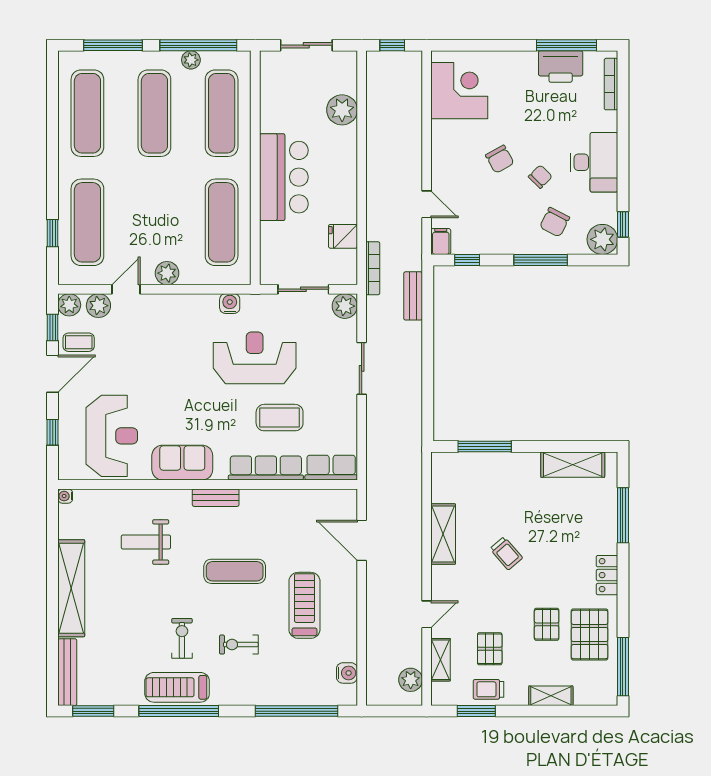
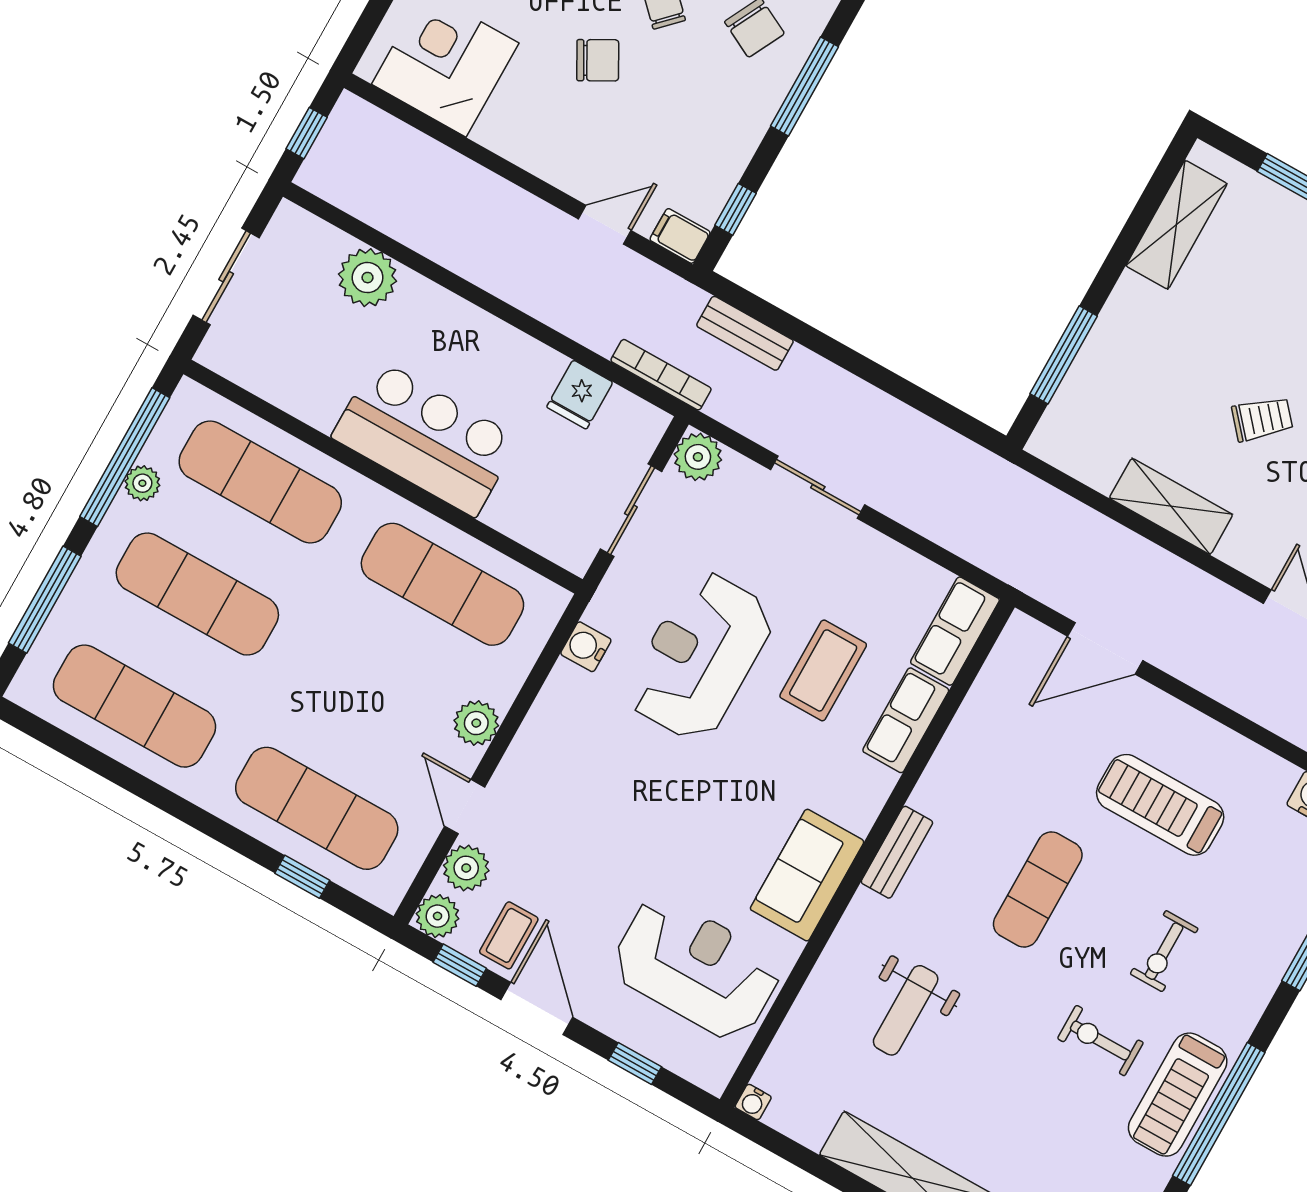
row of seats: (266, 468) -> (906, 720), width x0.68

